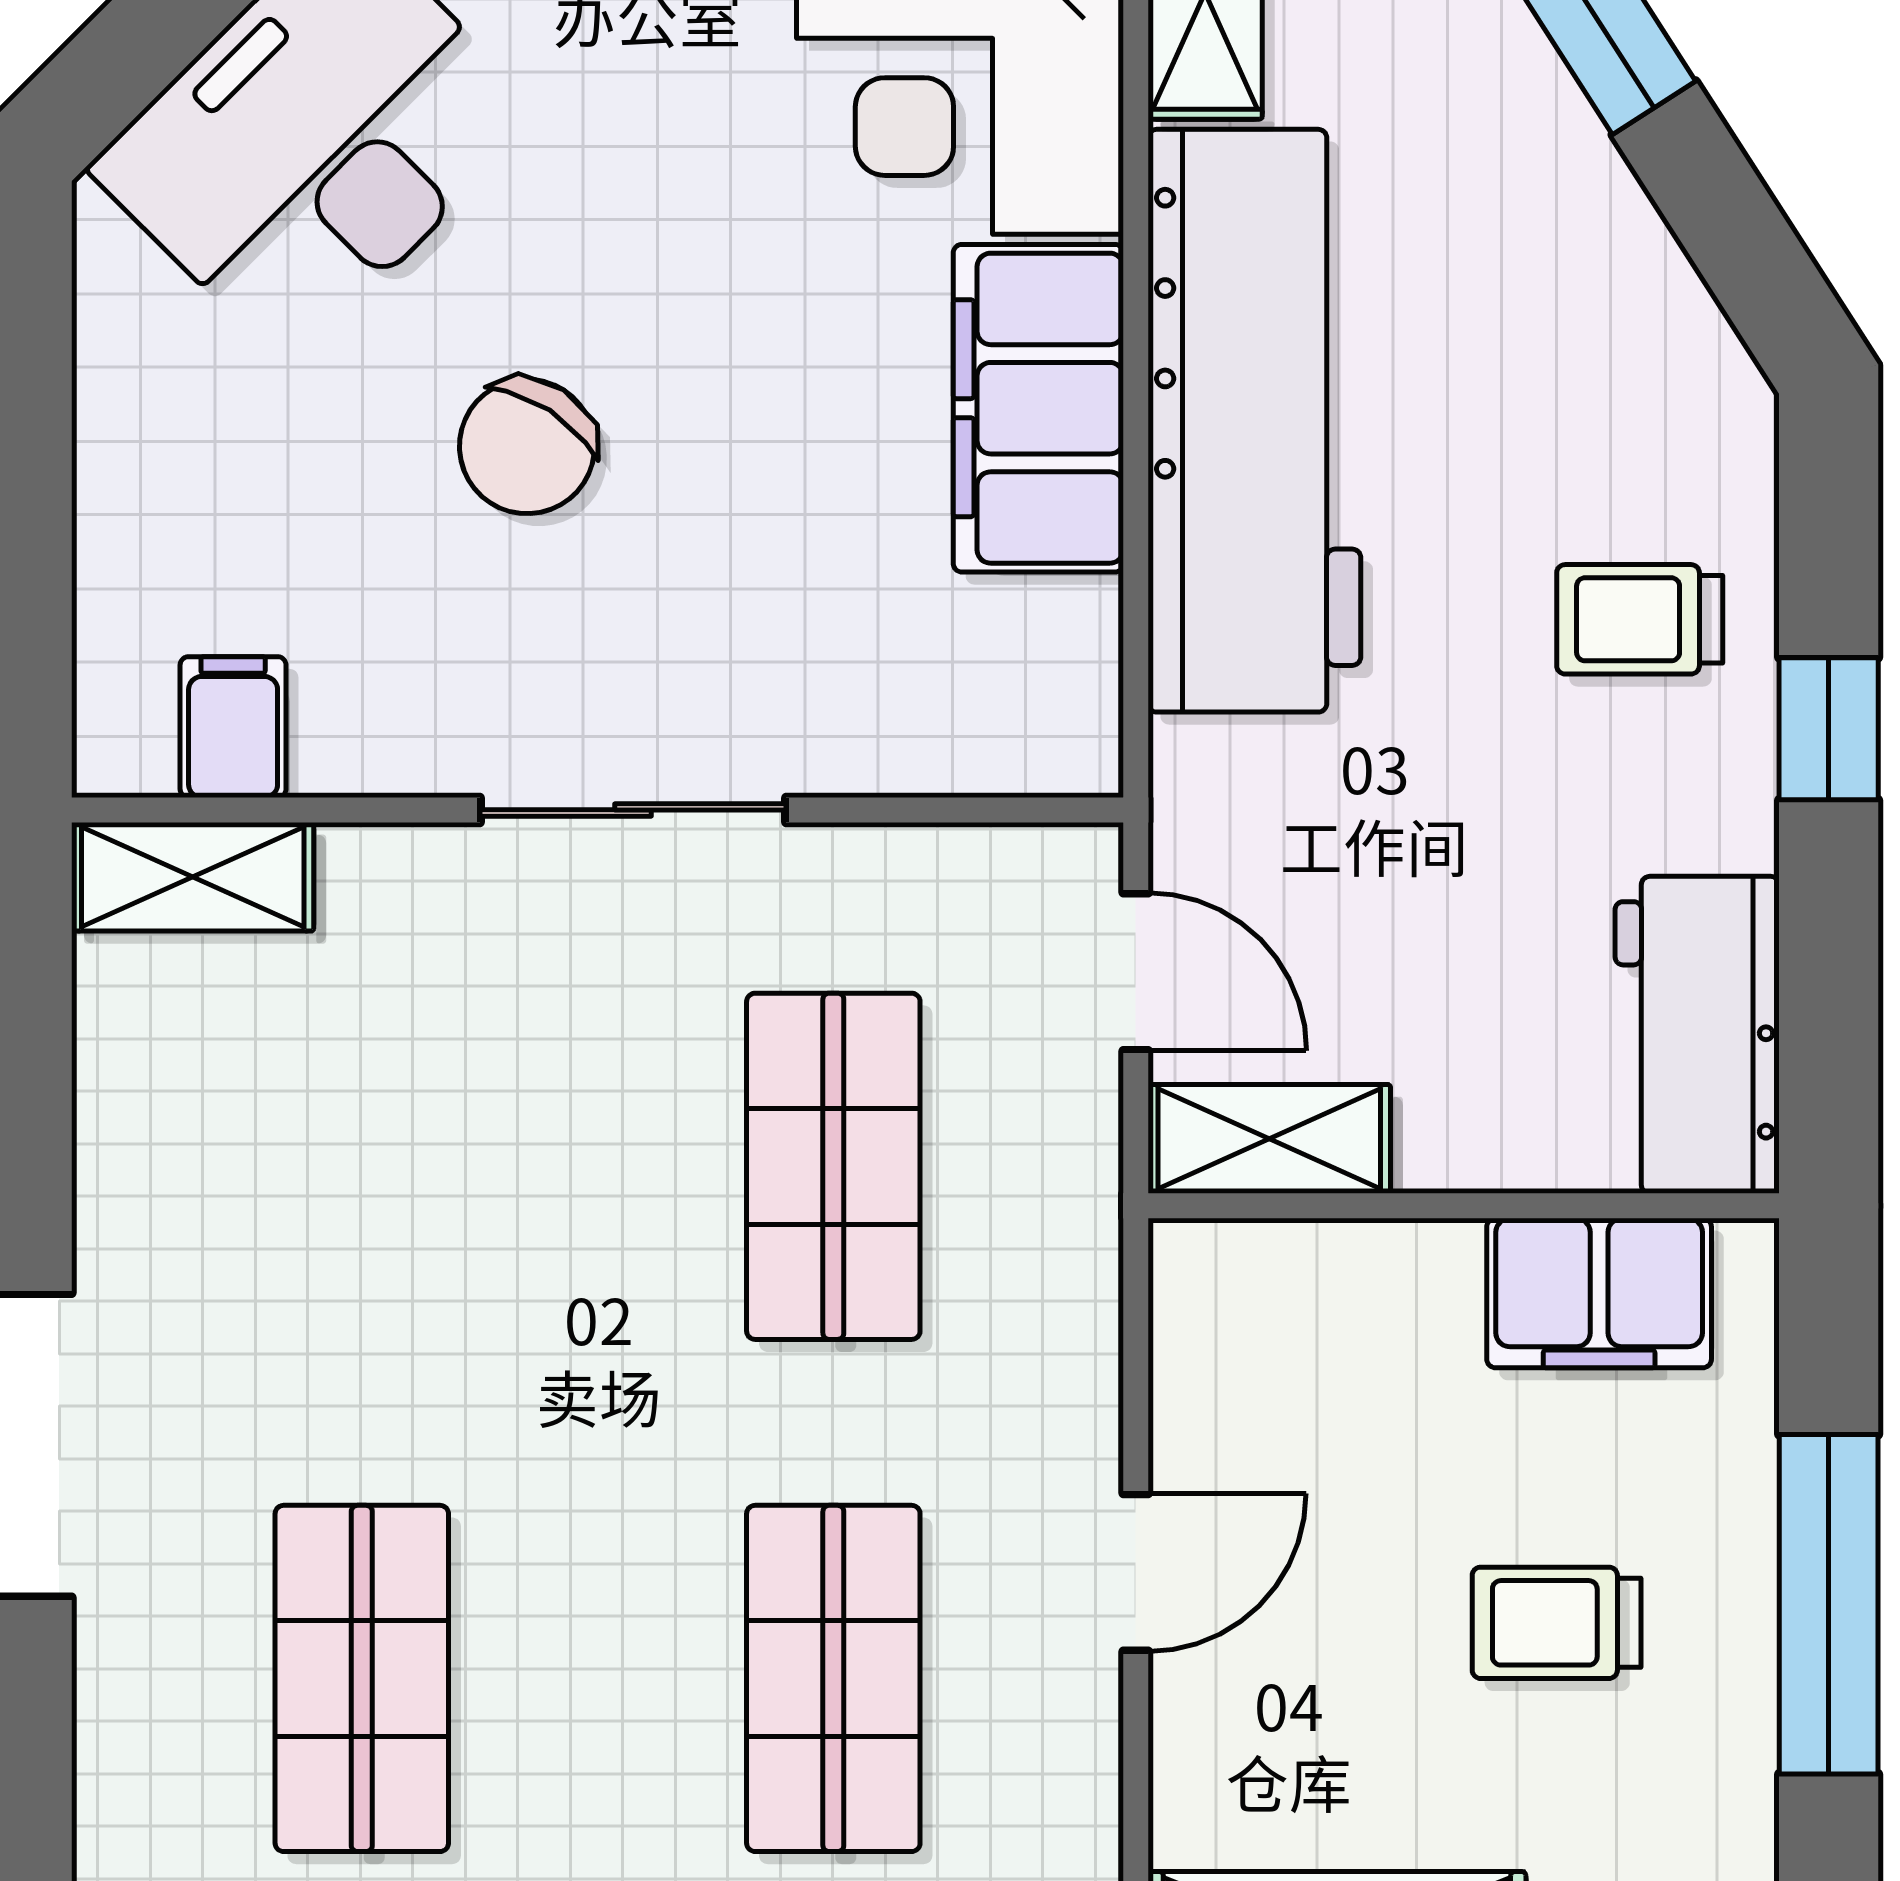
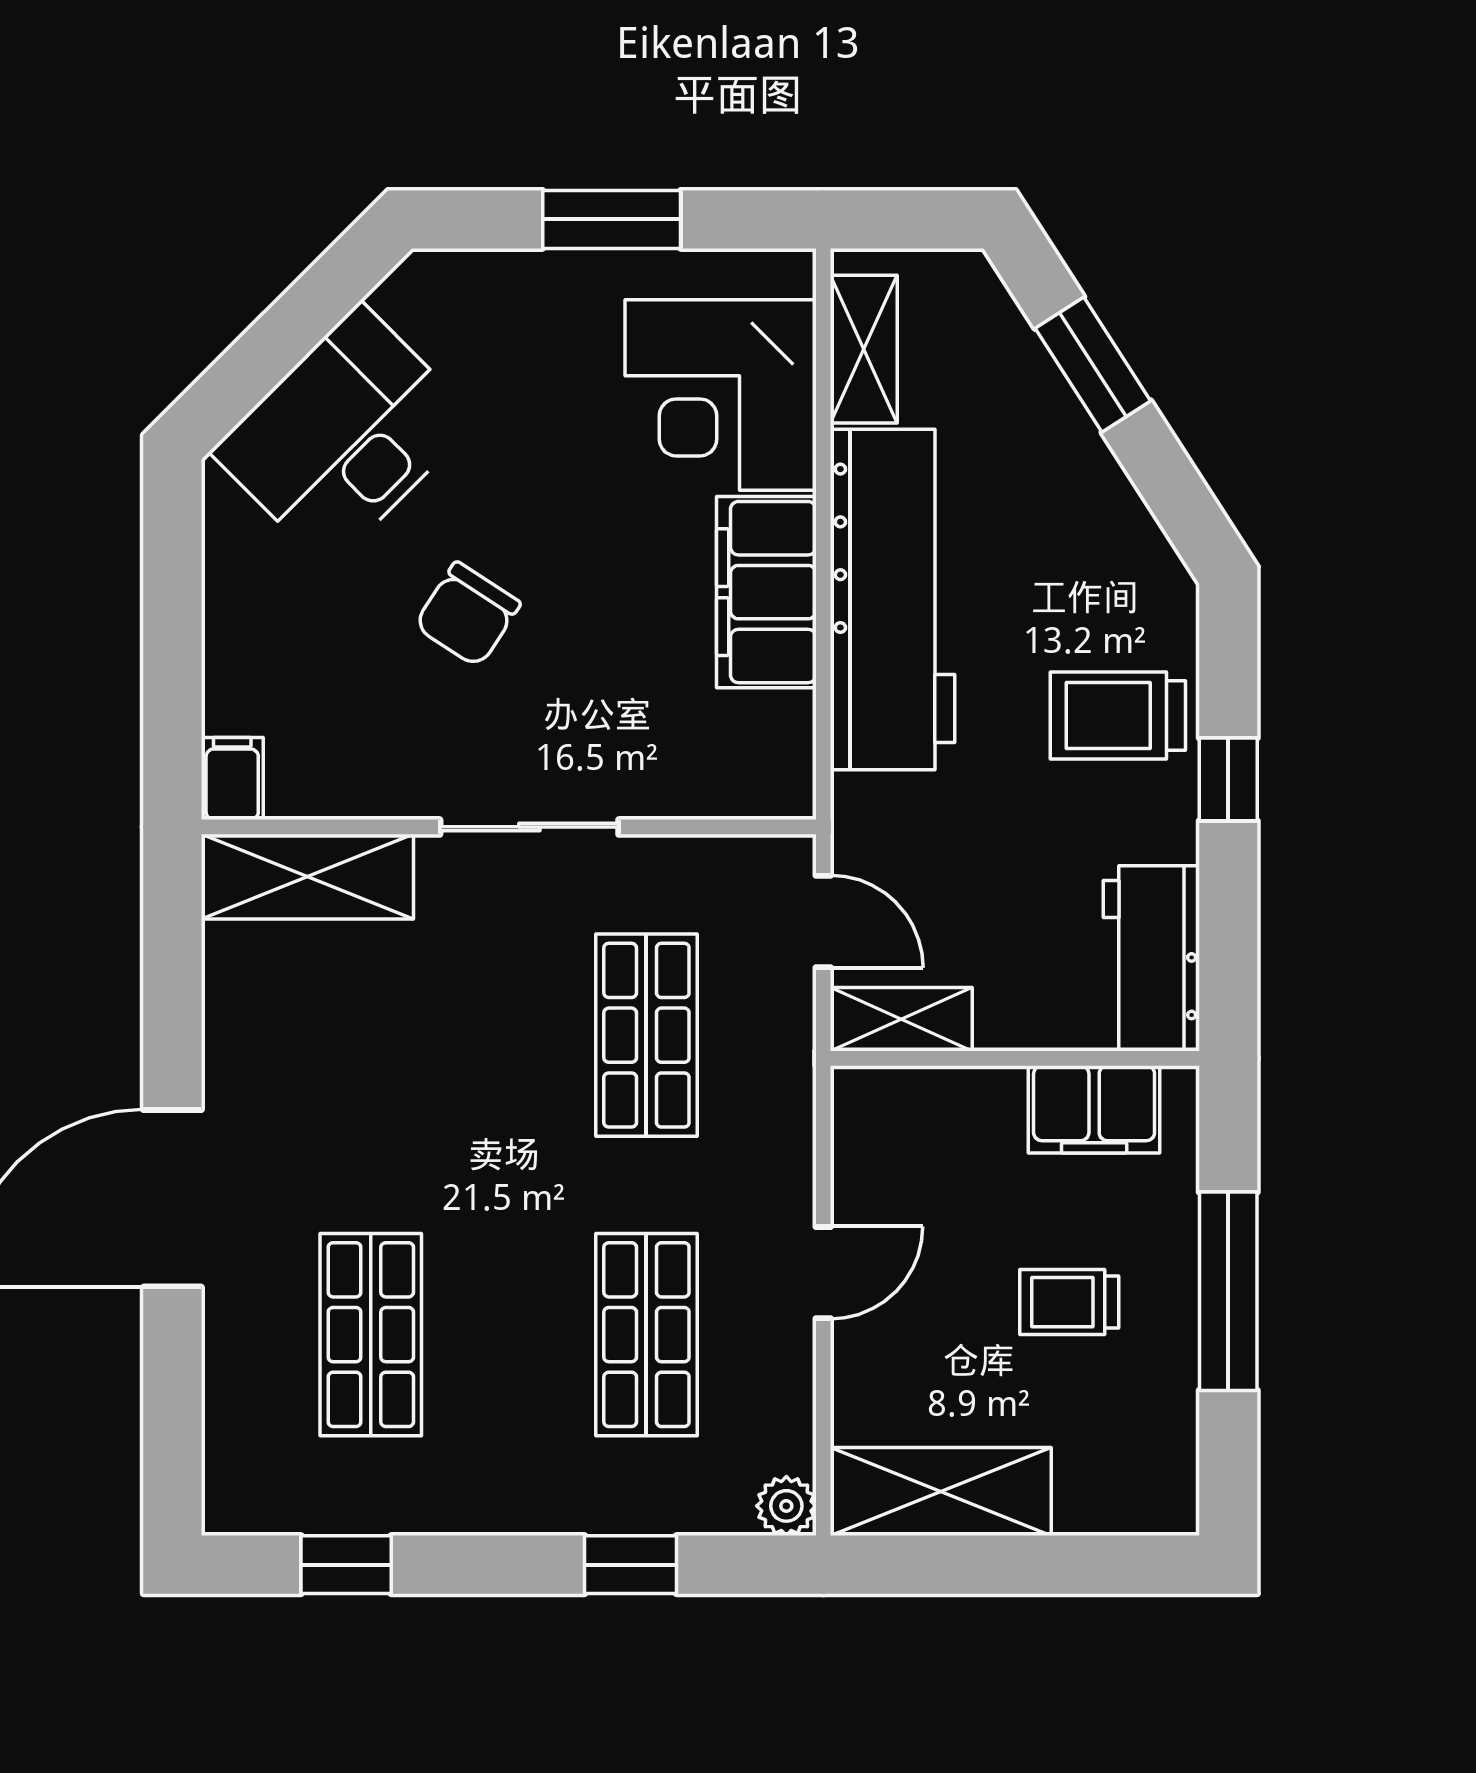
trolley: (1640, 619) -> (1118, 715), width x1.36, depth x1.39
filing cabinet: (233, 727) -> (232, 778), moved
shelving: (193, 877) -> (307, 877), width x1.50, depth x1.33

